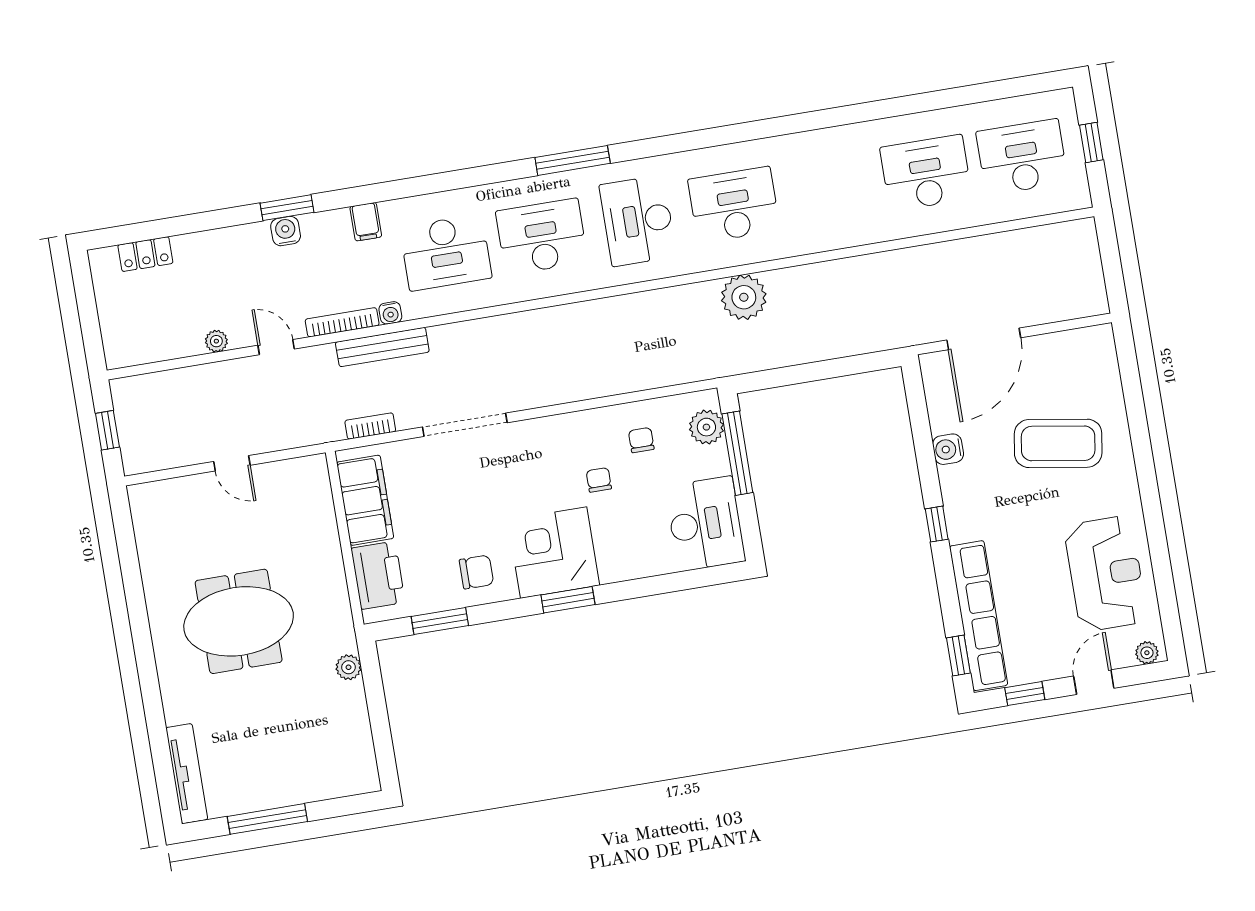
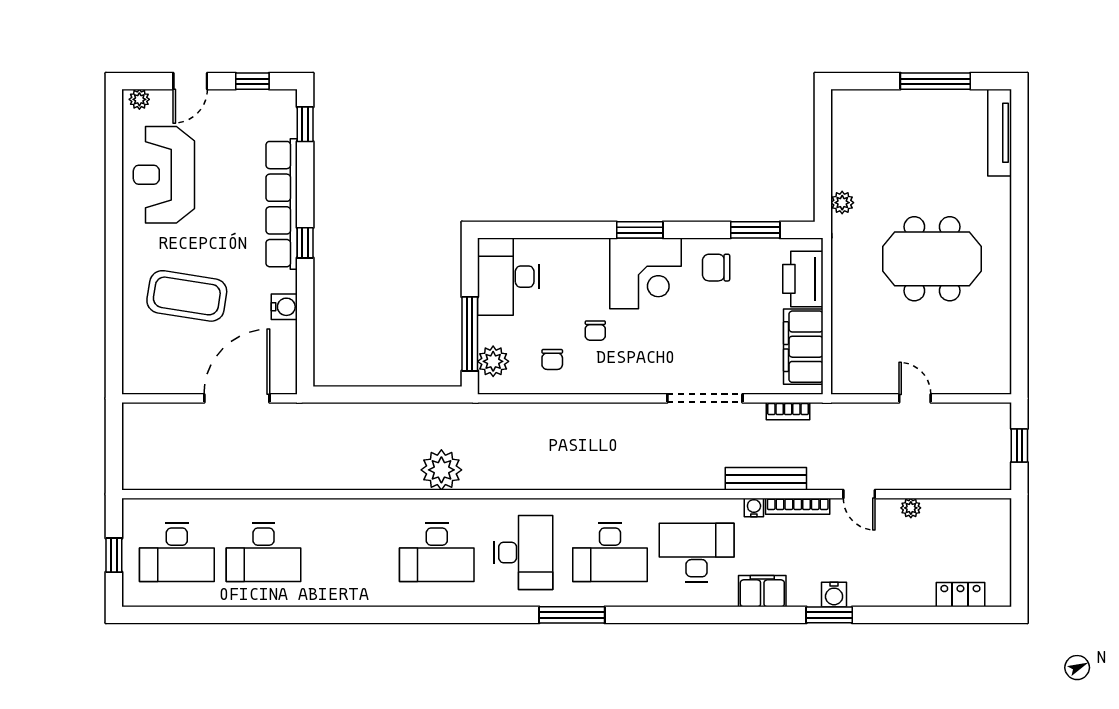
filing cabinet: (366, 222) -> (762, 591), width x2.00
row of seats: (979, 616) -> (282, 204), moved

